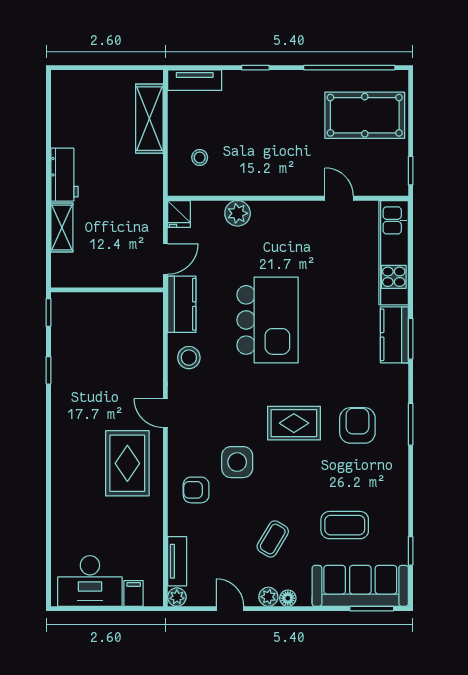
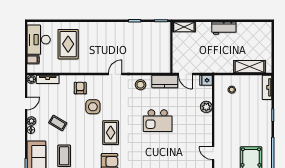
door: (339, 198) -> (213, 153), swing flipped
shelving: (62, 227) -> (184, 27), moved
kitchen island: (268, 320) -> (158, 121), width x0.73, depth x0.78
rug: (127, 463) -> (68, 44), moved, turned 90

